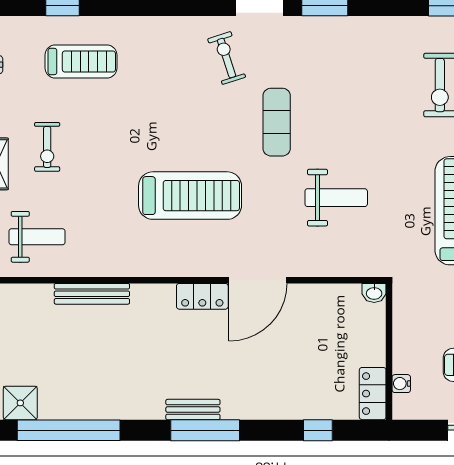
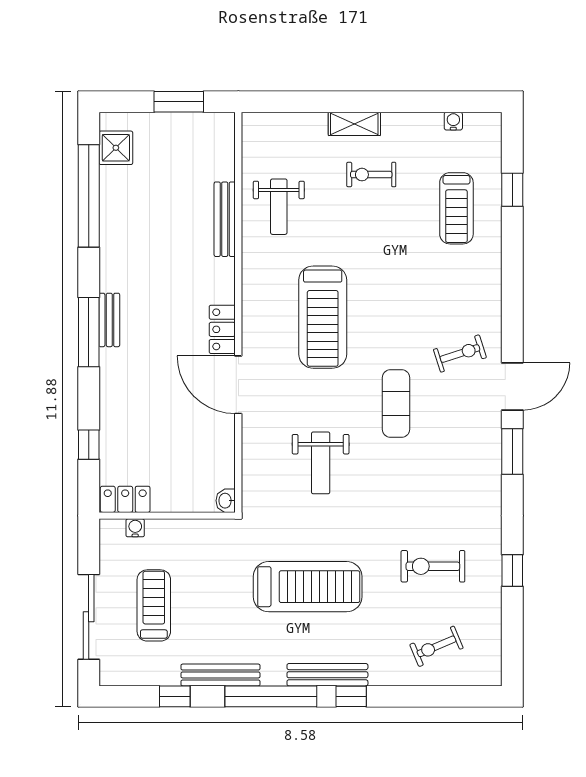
exercise mat: (277, 122) -> (396, 404), turned 90
weight bench: (37, 237) -> (279, 207), moved

